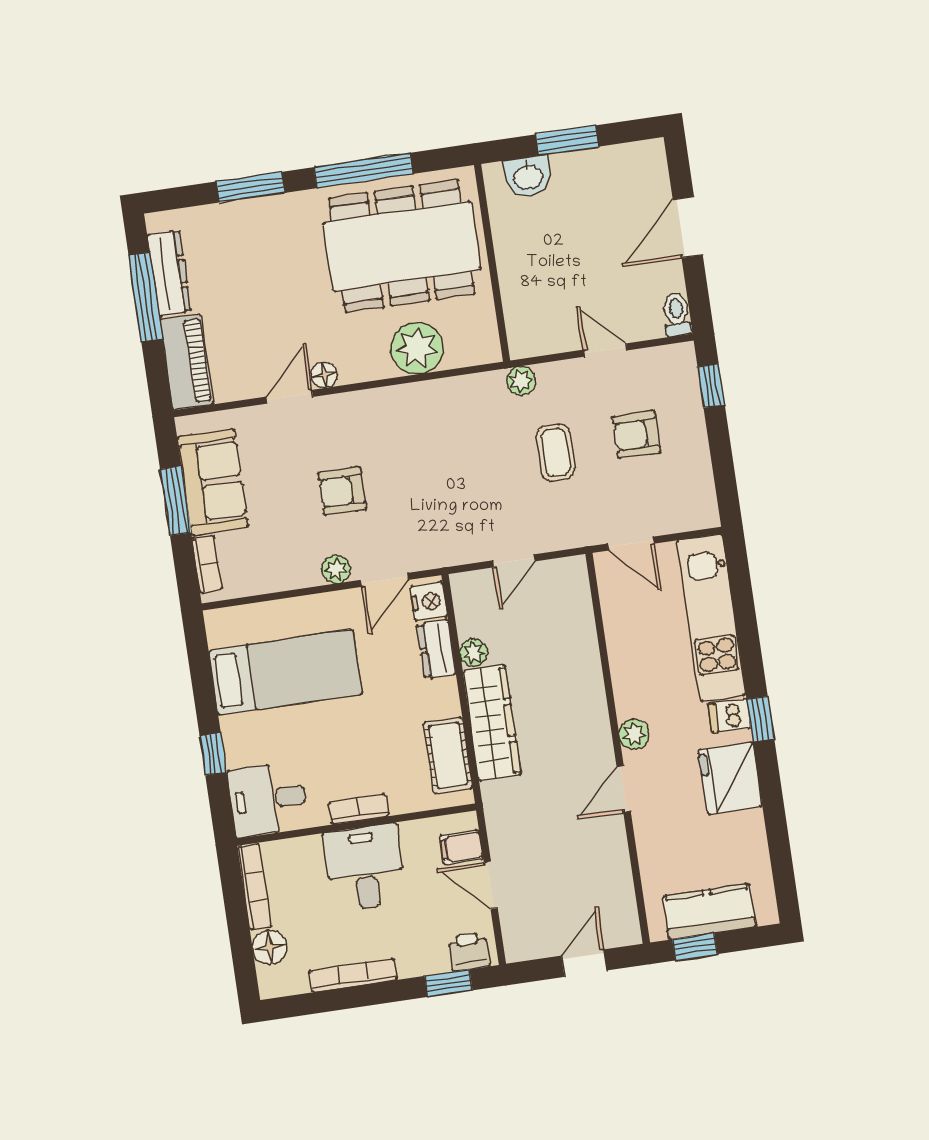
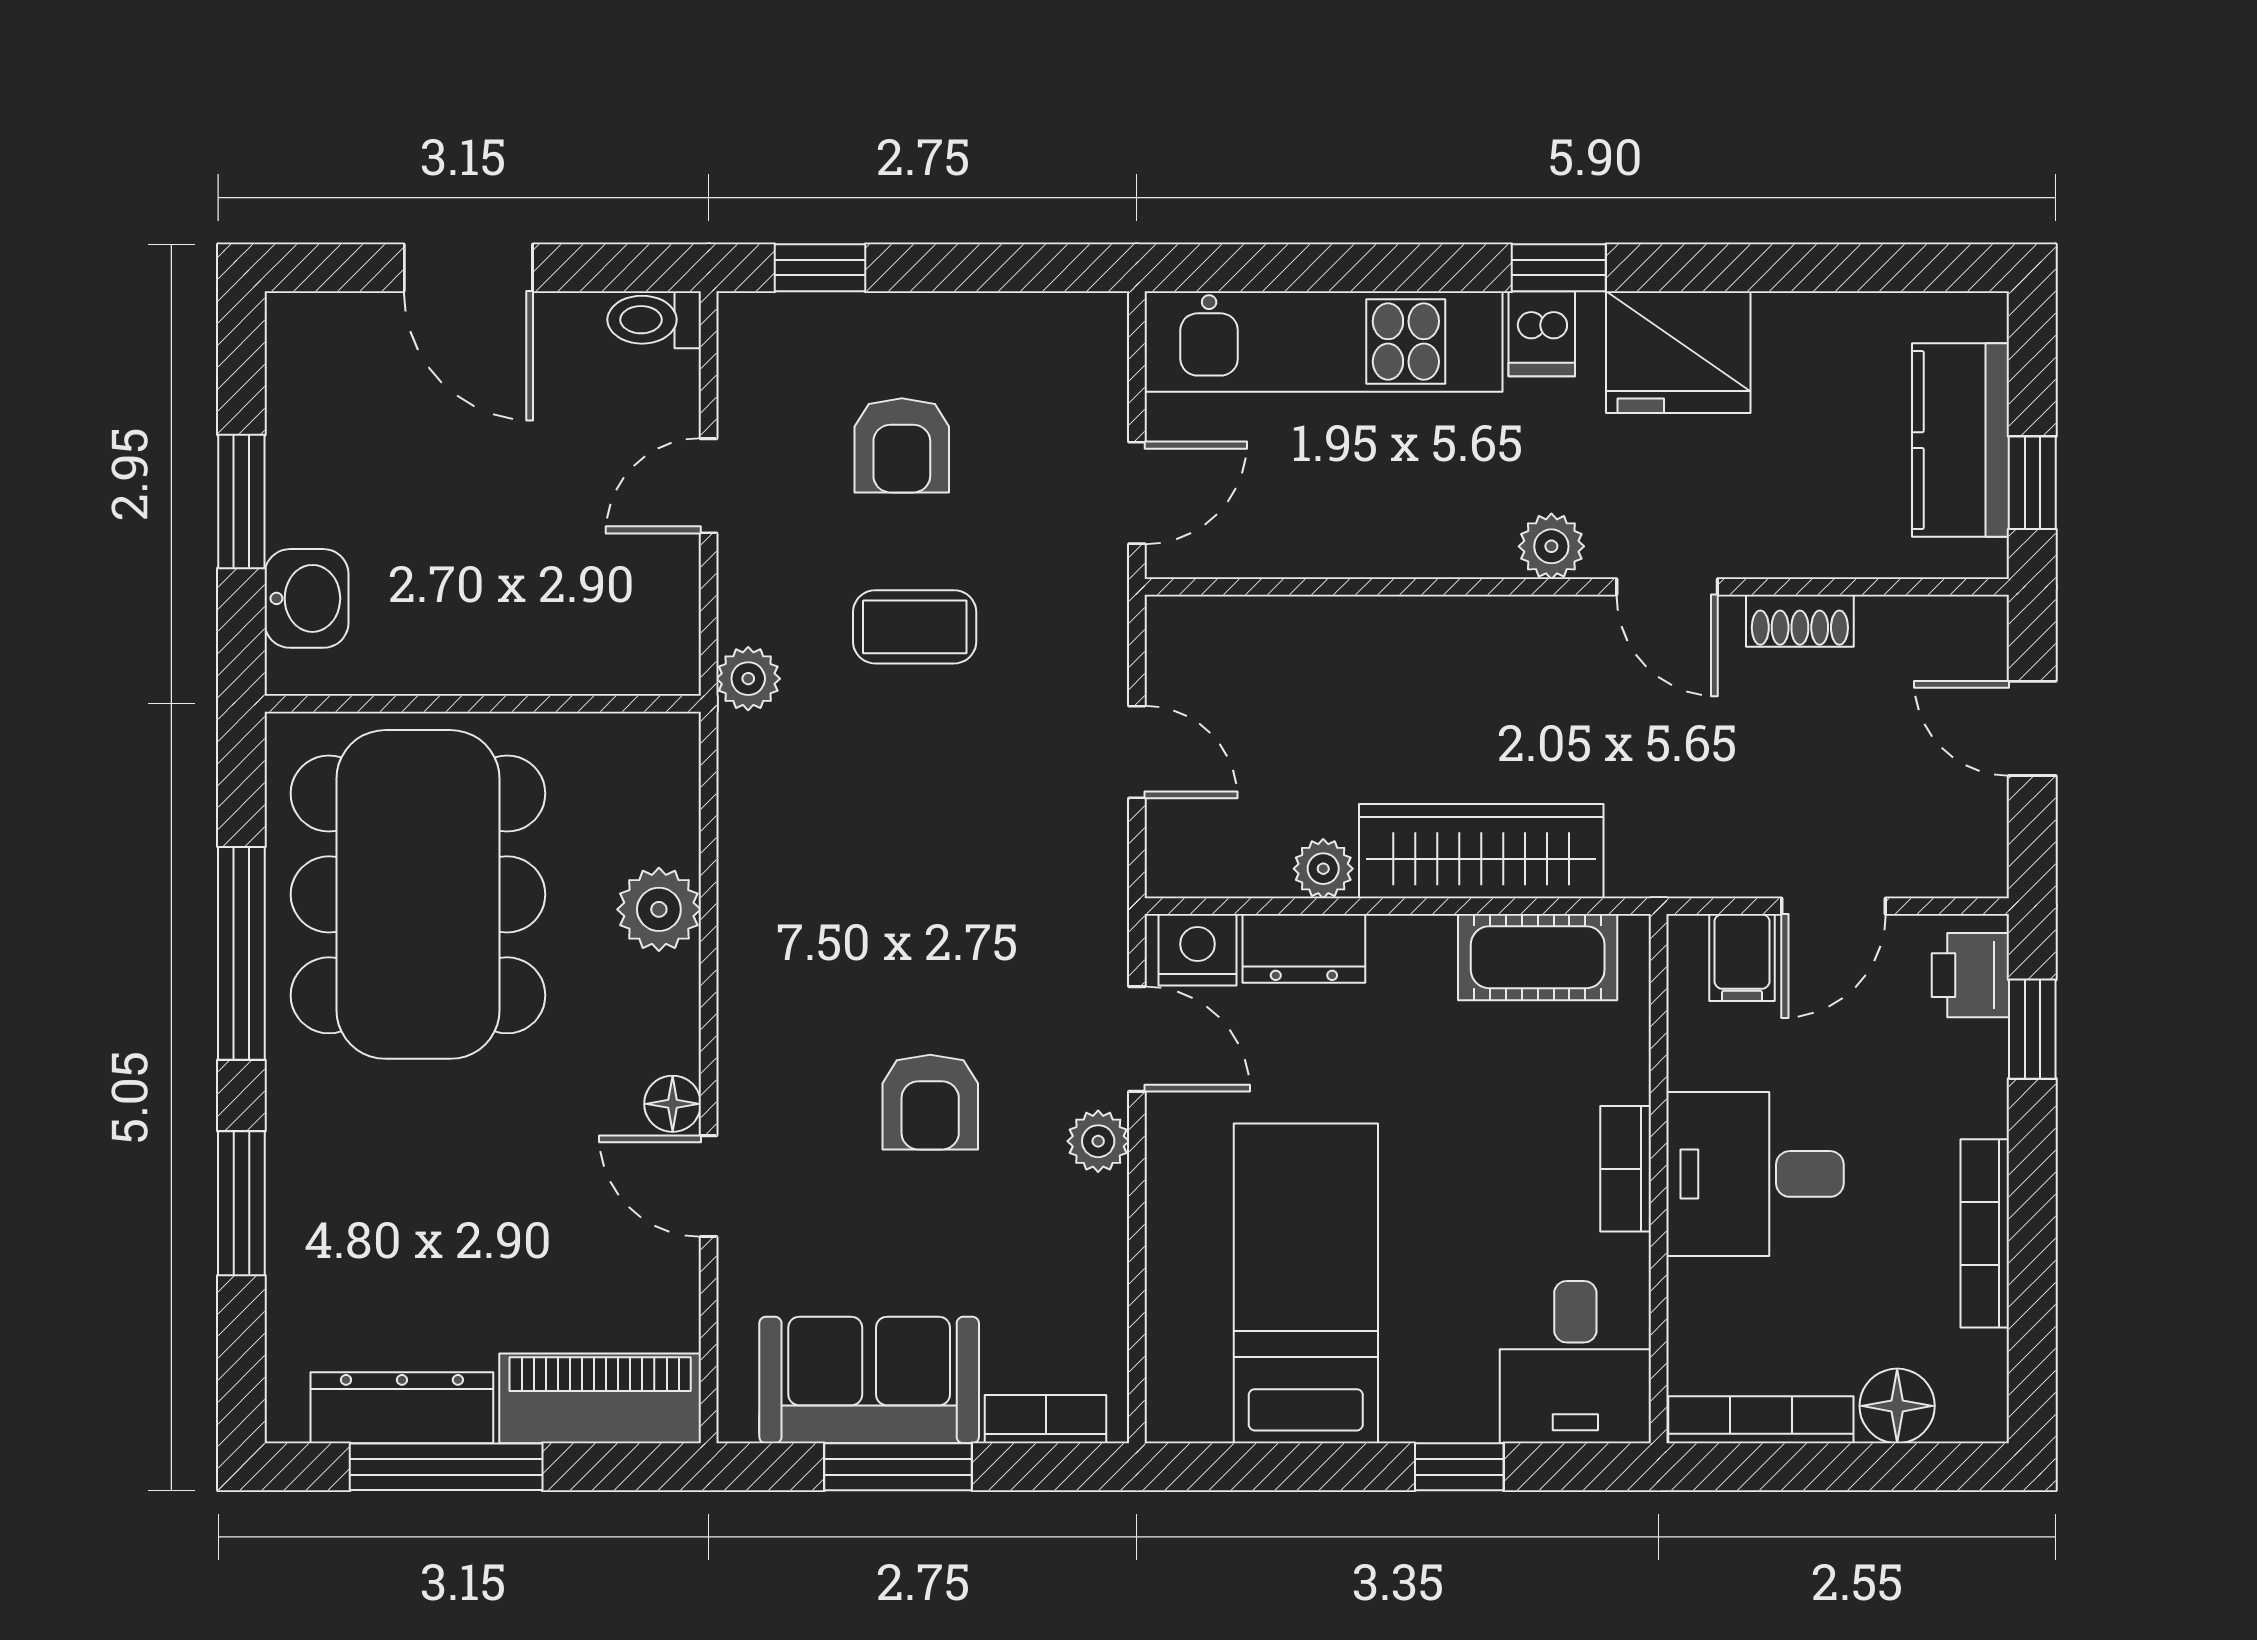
plant: (417, 348) -> (659, 909), width x0.73, depth x0.73
shoe rack: (617, 851) -> (1800, 621), added

